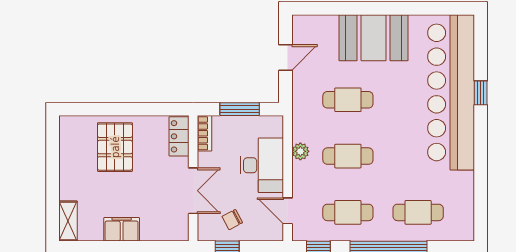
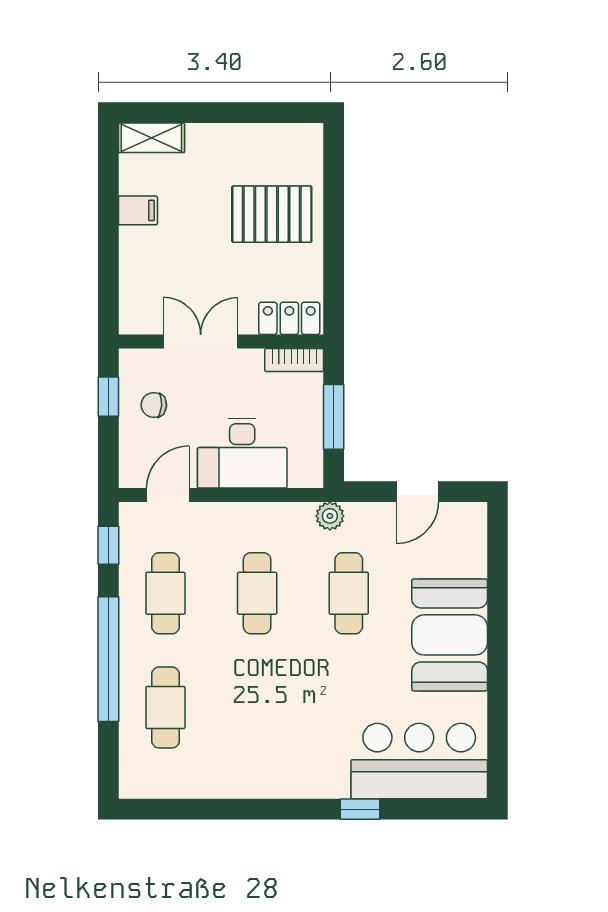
door: (285, 58) -> (417, 492), hinge flipped
bar counter: (451, 92) -> (419, 761), width x0.54
plant: (300, 151) -> (330, 516), moved
double door: (193, 191) -> (201, 341), swing flipped
chair: (232, 220) -> (154, 405), turned -58
filing cabinet: (122, 229) -> (138, 210), width x0.50

